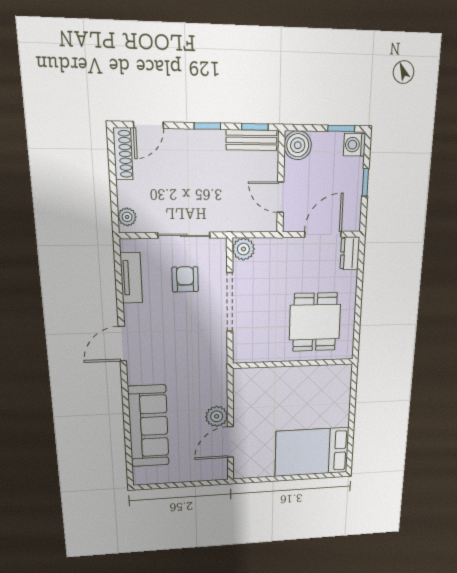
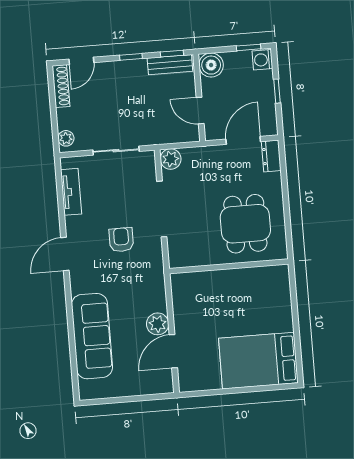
armchair: (185, 279) -> (121, 240), moved

